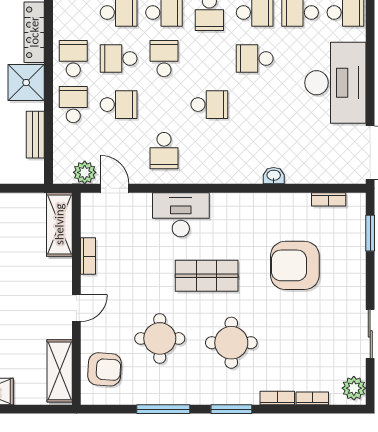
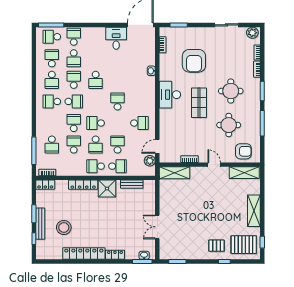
desk: (335, 83) -> (116, 38), width x0.53, depth x0.77
school desk: (73, 105) -> (118, 166), turned 180
desk: (181, 215) -> (170, 95), moved
armchair: (104, 369) -> (243, 151), turned 86

